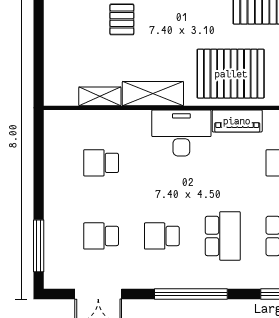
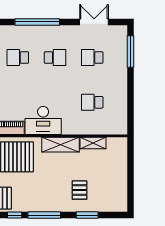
school desk: (101, 163) -> (92, 102), turned 180
school desk: (101, 236) -> (92, 58), turned 180
school desk: (223, 236) -> (18, 58), width x0.54

